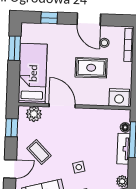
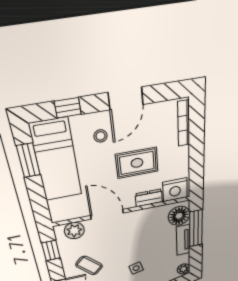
door: (89, 19) -> (126, 98), hinge flipped
stool: (104, 43) -> (100, 136), moved
bed: (33, 73) -> (56, 161), moved, turned 180
dresser: (97, 100) -> (149, 198), added
floor lamp: (125, 127) -> (179, 216), width x1.89, depth x1.89

